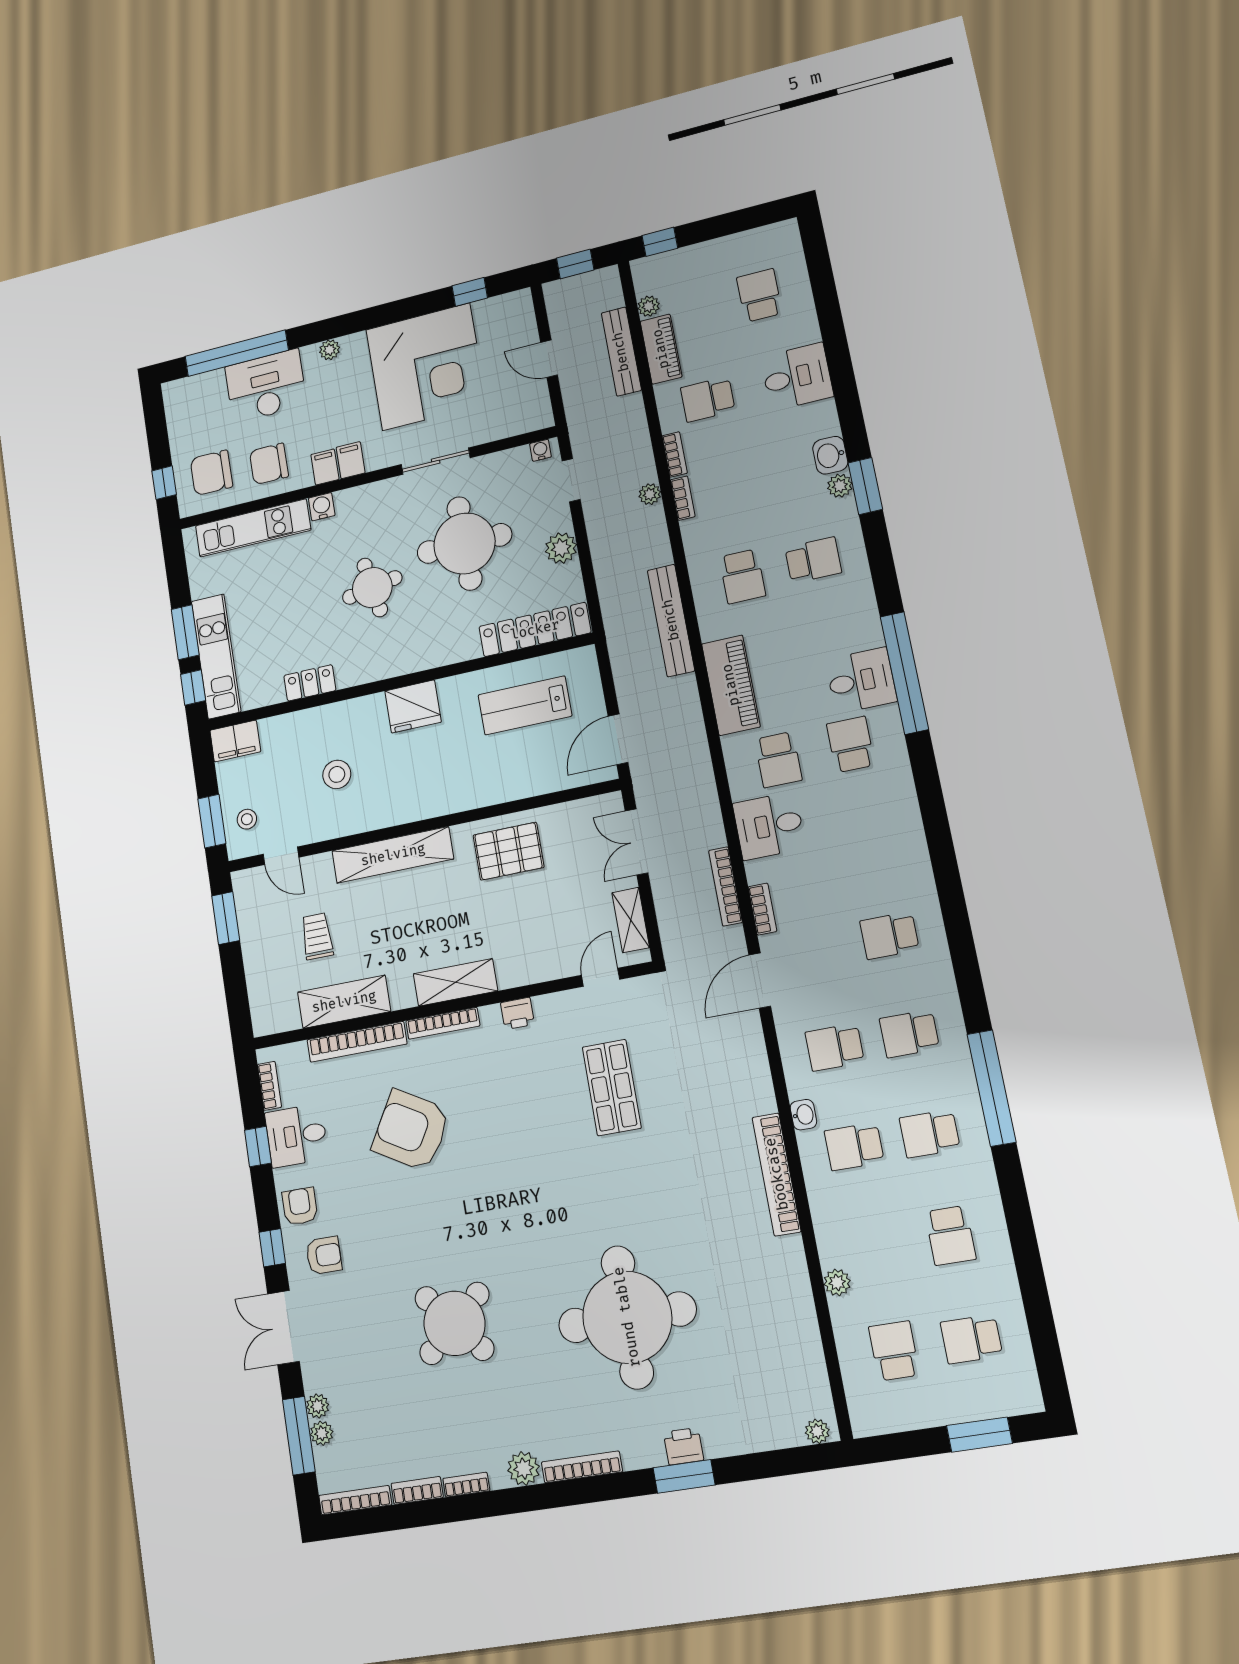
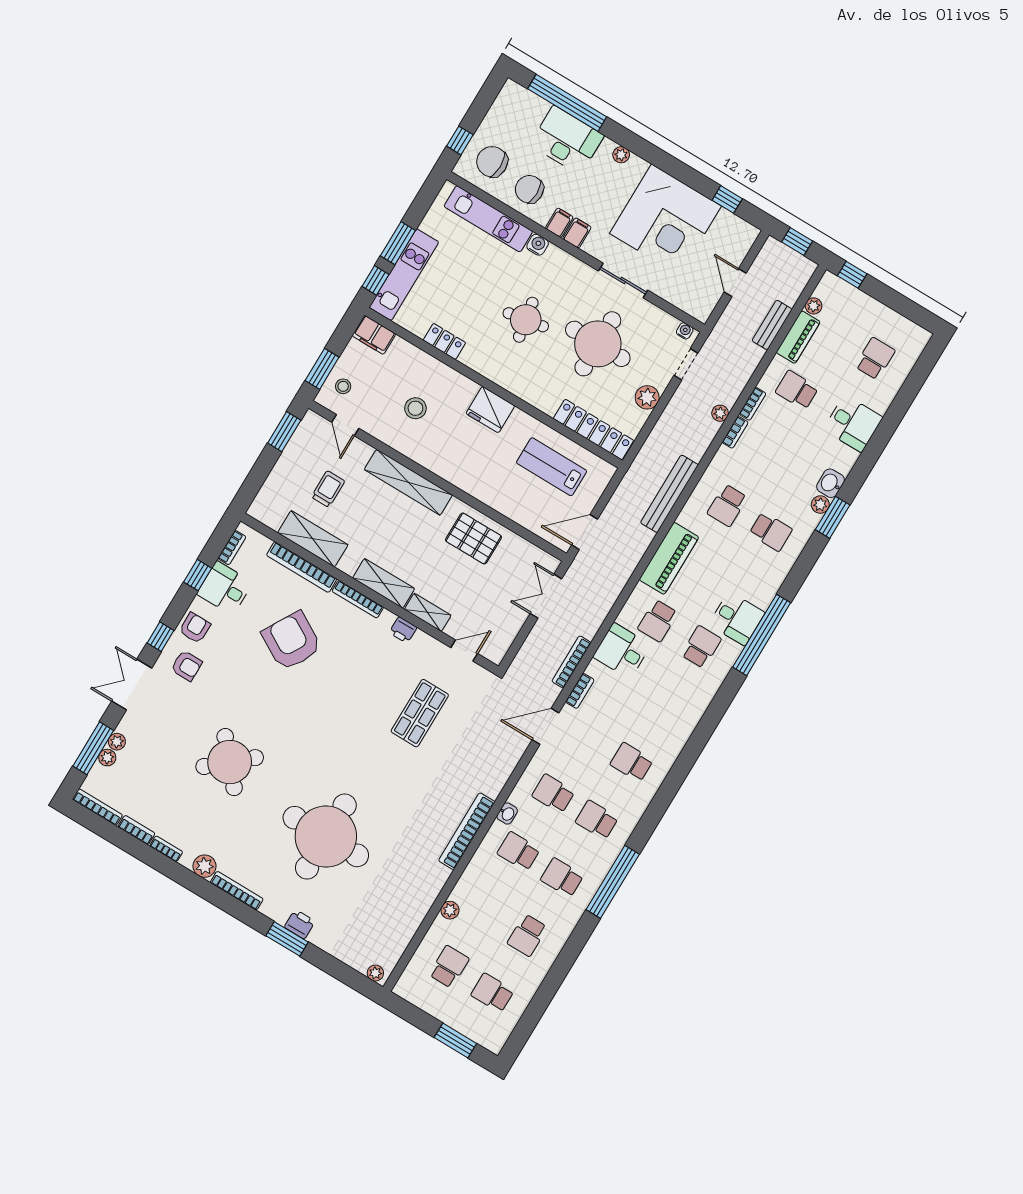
bench: (621, 352) -> (772, 325), width x0.73
shelving: (631, 920) -> (428, 612), moved, turned 90

